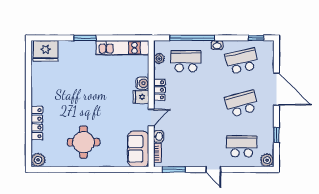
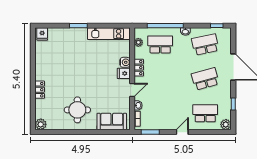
fridge: (46, 51) -> (42, 34), width x0.53, depth x0.75
locker: (37, 123) -> (40, 90), width x0.66
sofa: (138, 149) -> (112, 122), moved, turned 90
door: (213, 169) -> (182, 132), swing flipped

